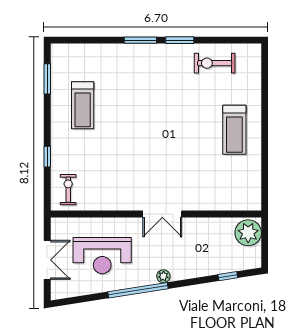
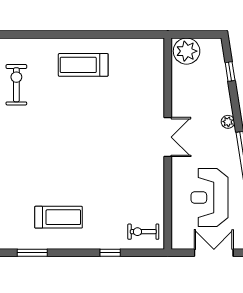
exercise bike: (215, 63) -> (16, 85), turned 180
treadmill: (234, 130) -> (83, 65), turned 180
reception desk: (102, 256) -> (209, 197), turned 180
plant: (163, 276) -> (228, 122), moved

